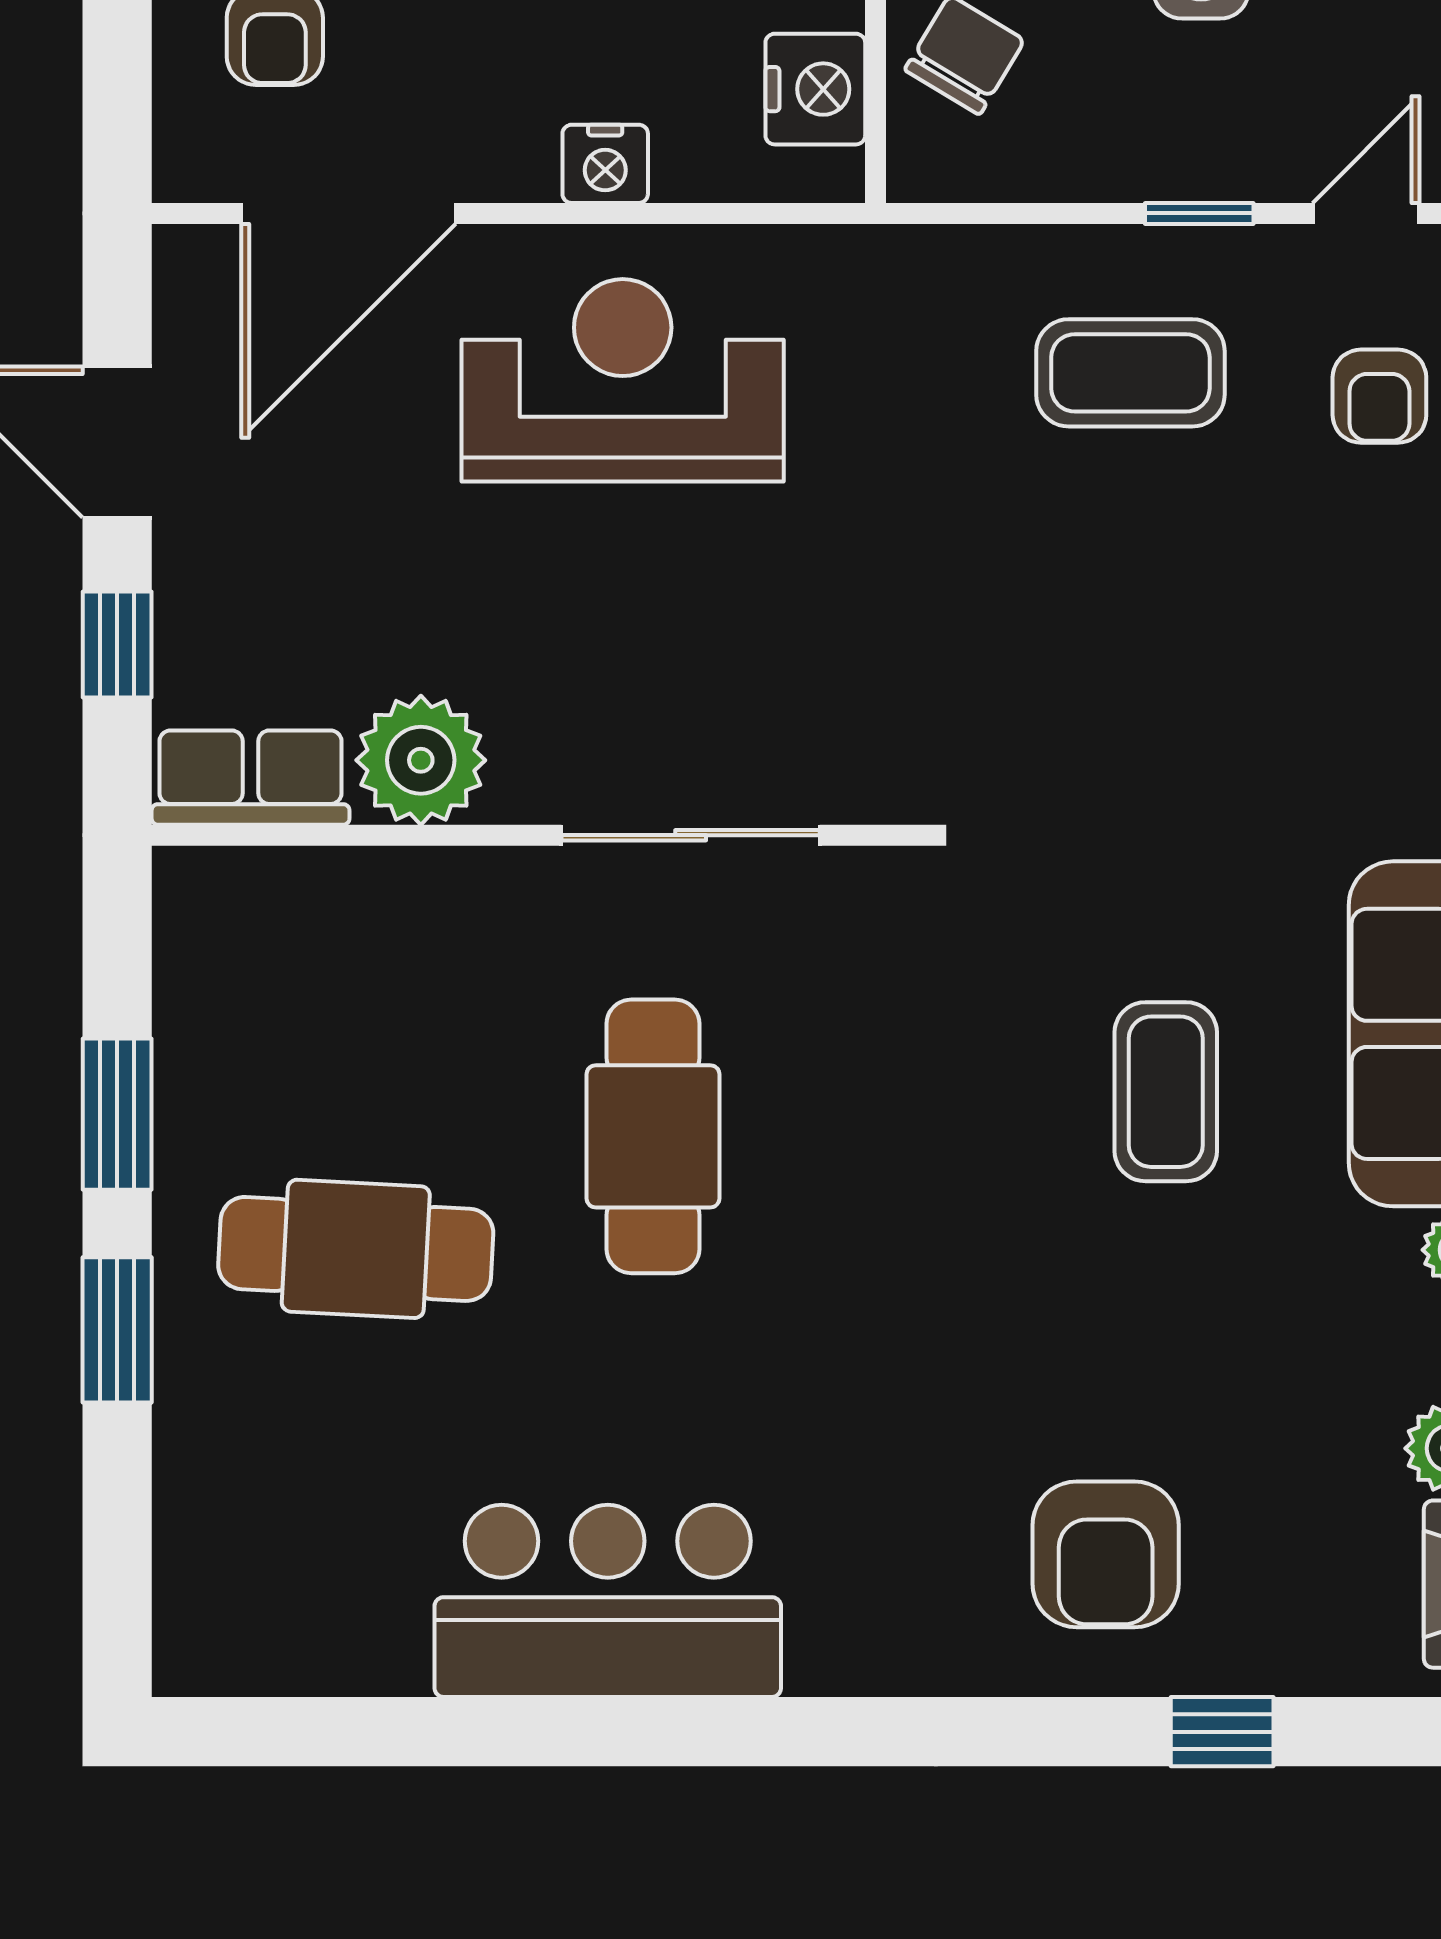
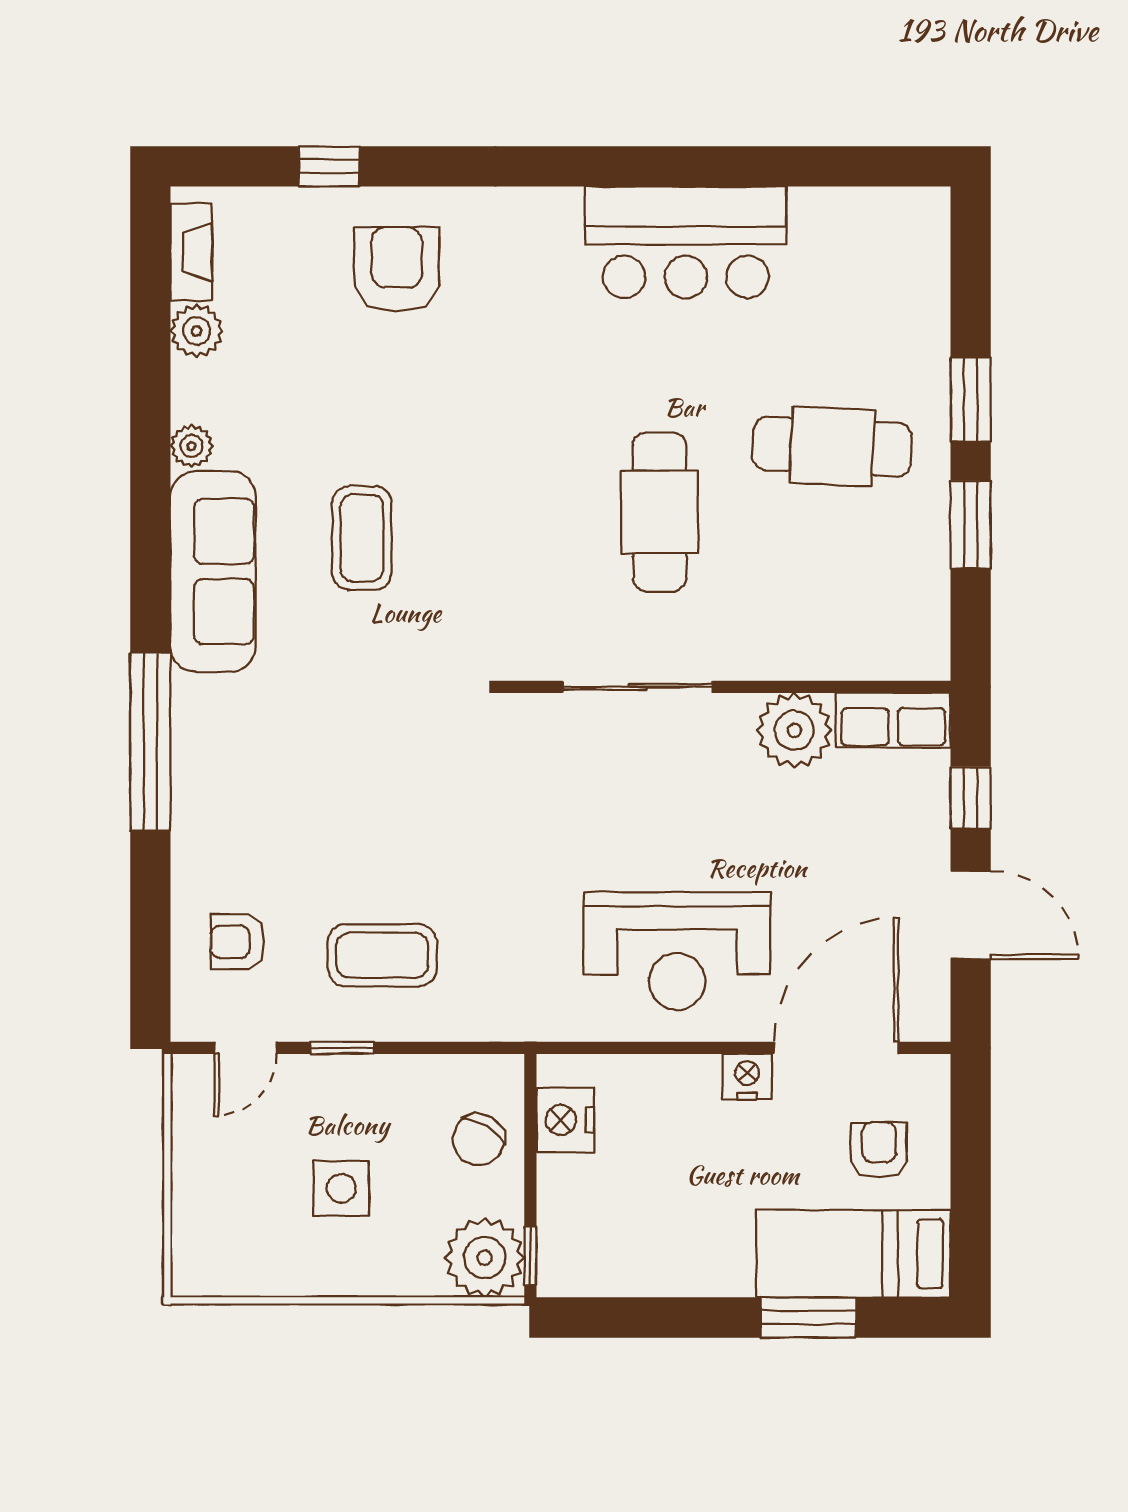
nightstand: (605, 164) -> (747, 1077), moved
armchair: (1379, 396) -> (238, 942), turned -90

